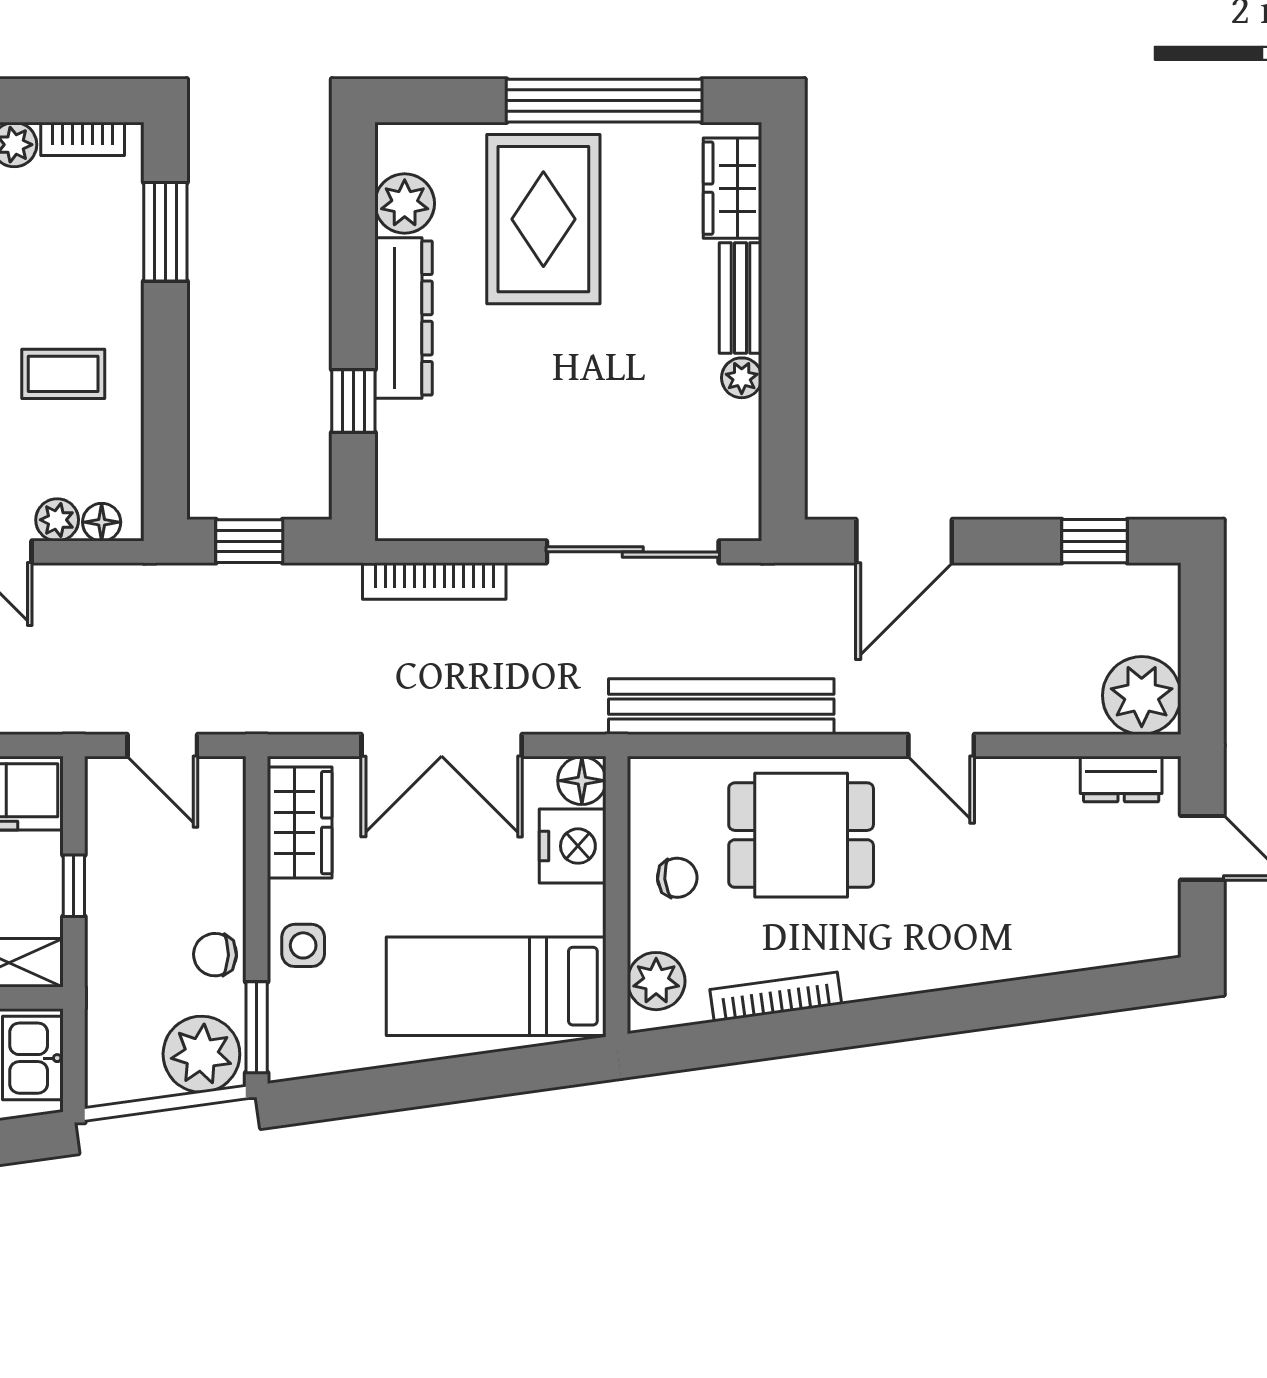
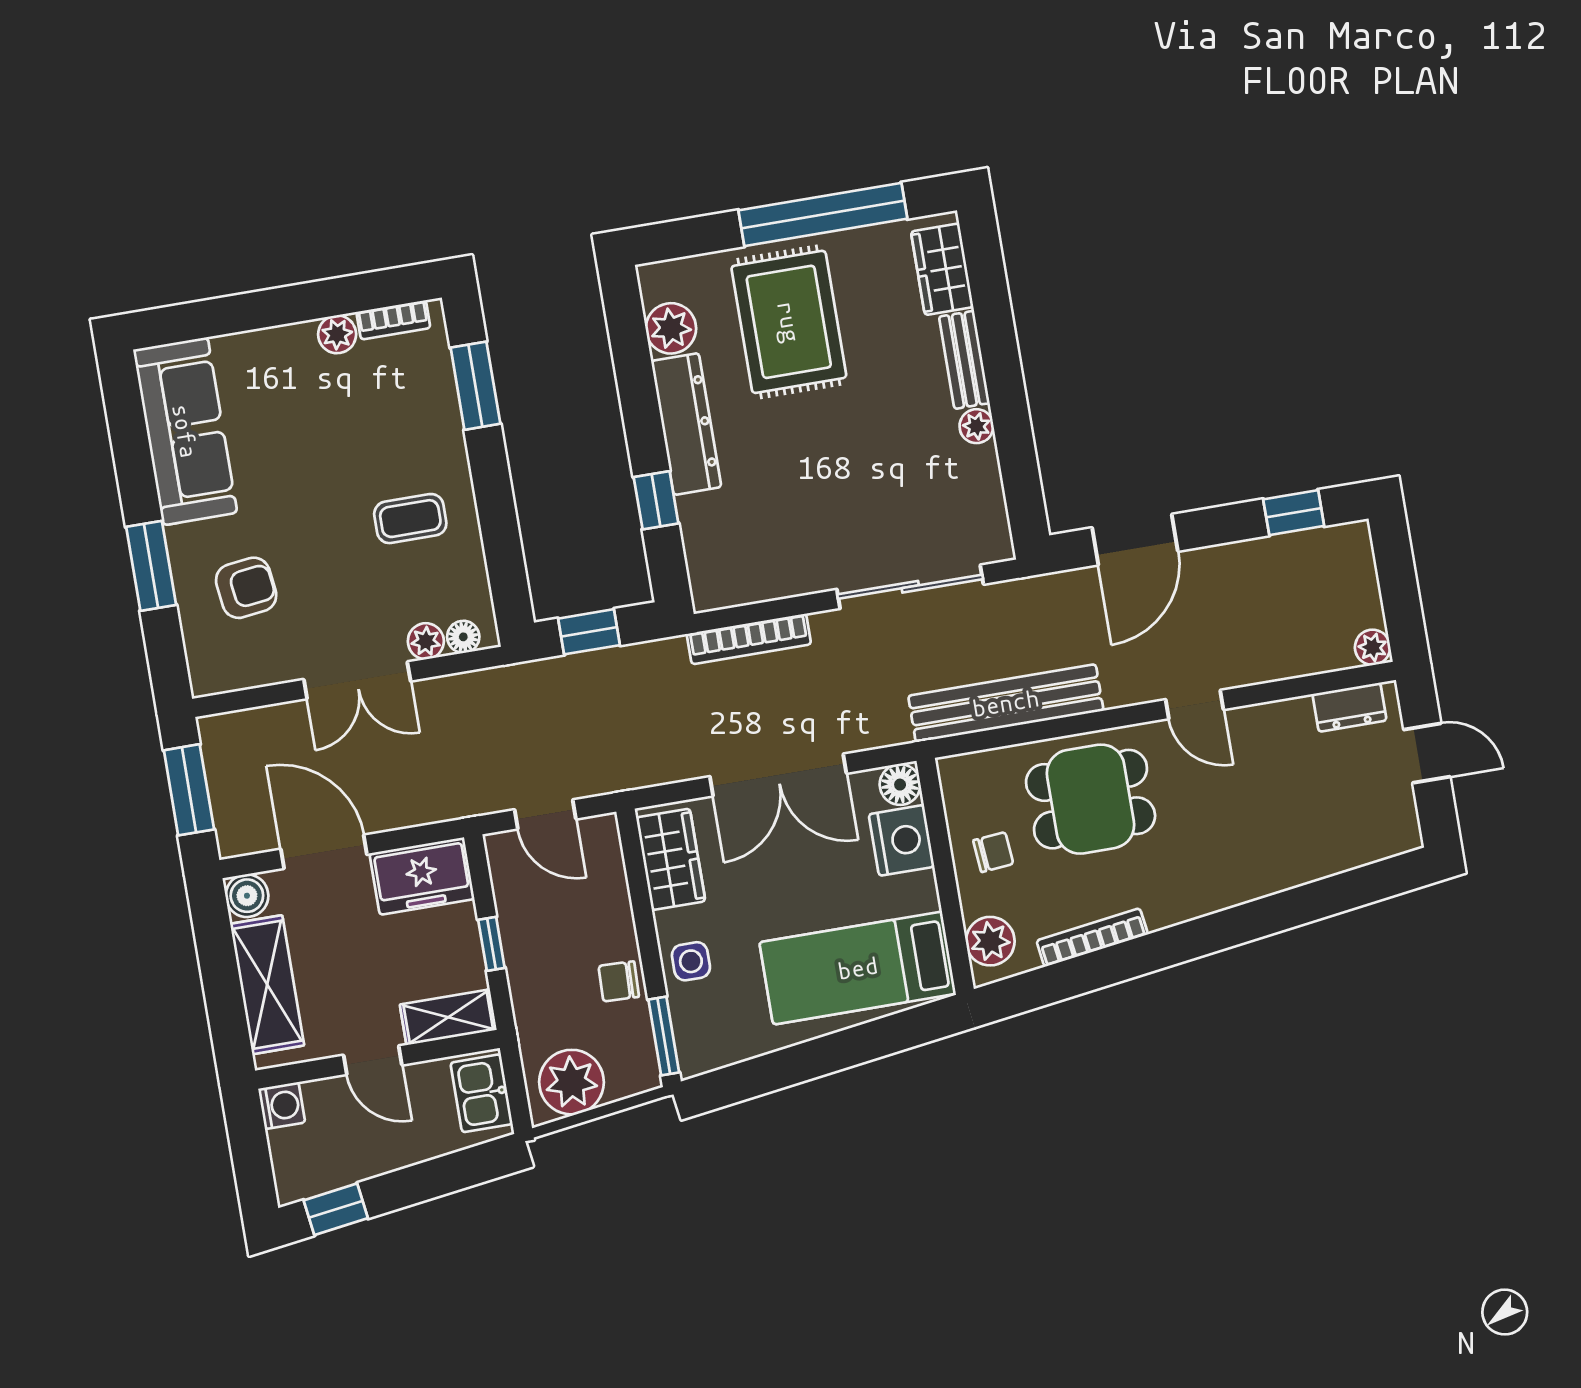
plant: (1142, 696) -> (1373, 647), width x0.53, depth x0.53
plant: (201, 1054) -> (572, 1082), moved

